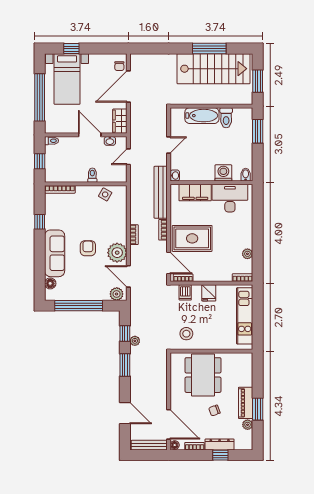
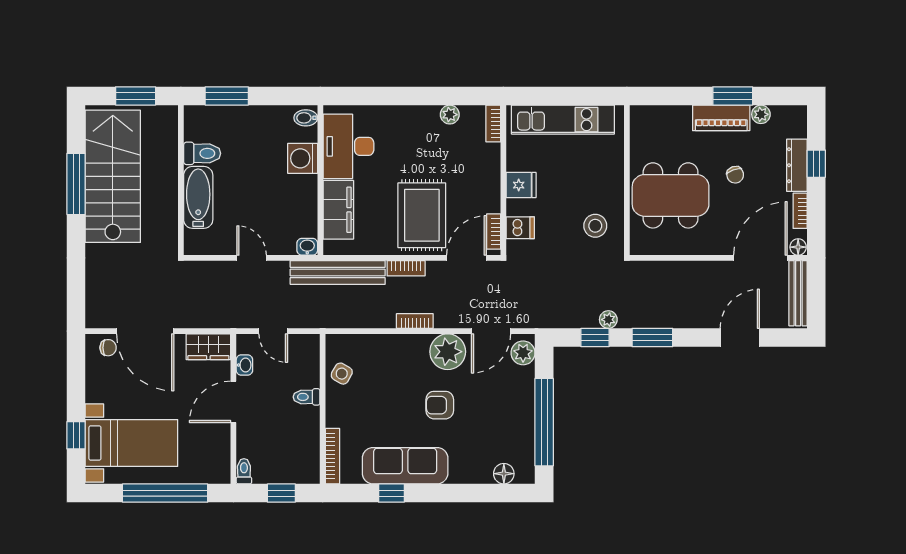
sofa: (55, 253) -> (405, 466), moved

